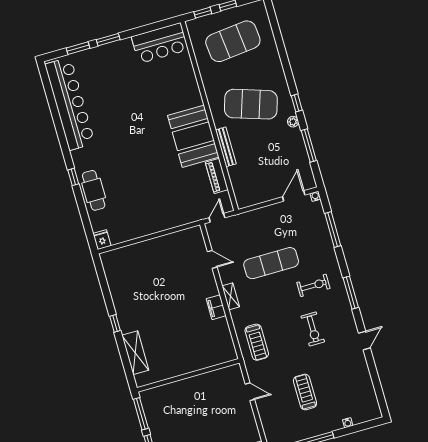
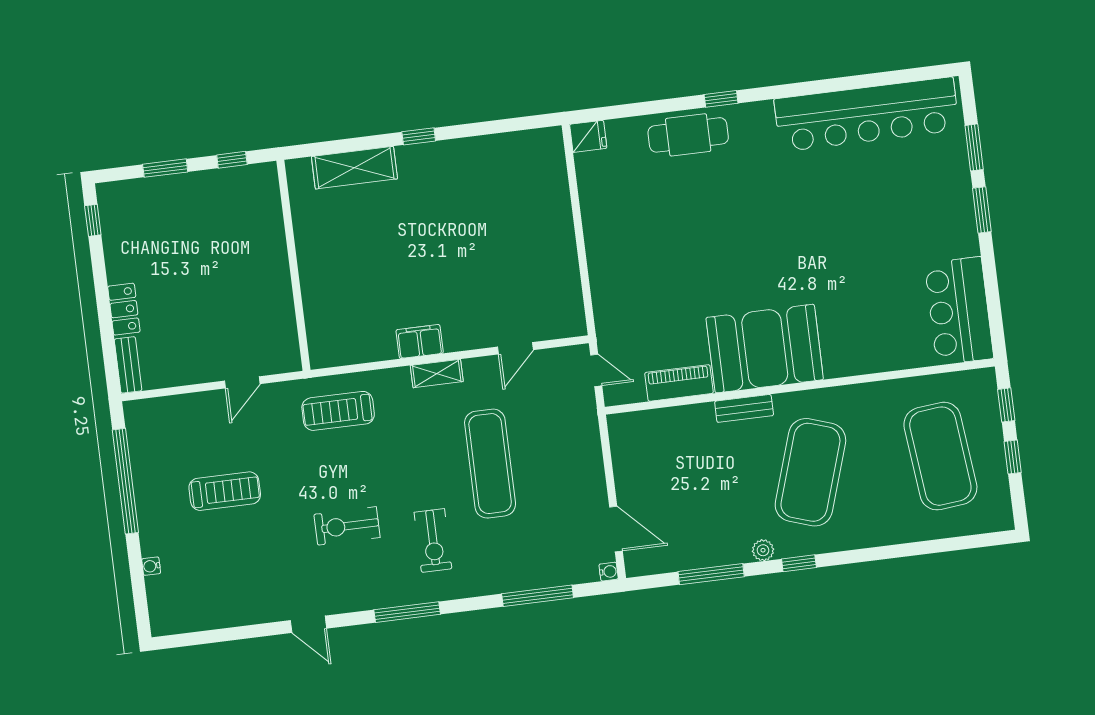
bench: (226, 147) -> (744, 408), width x0.73
window: (141, 414) -> (232, 160), width x0.46

